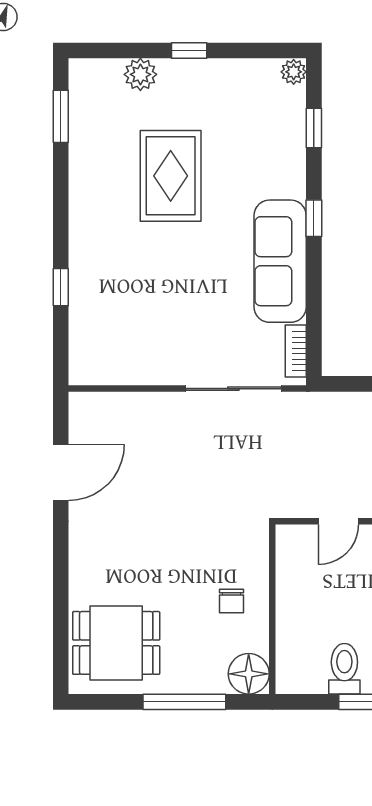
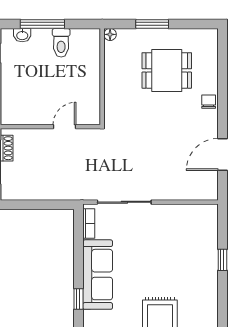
chair: (231, 601) -> (209, 102), moved
dining table: (116, 643) -> (167, 70), moved
floor lamp: (249, 674) -> (110, 34), width x0.53, depth x0.53
window: (184, 702) -> (152, 24), width x0.69

